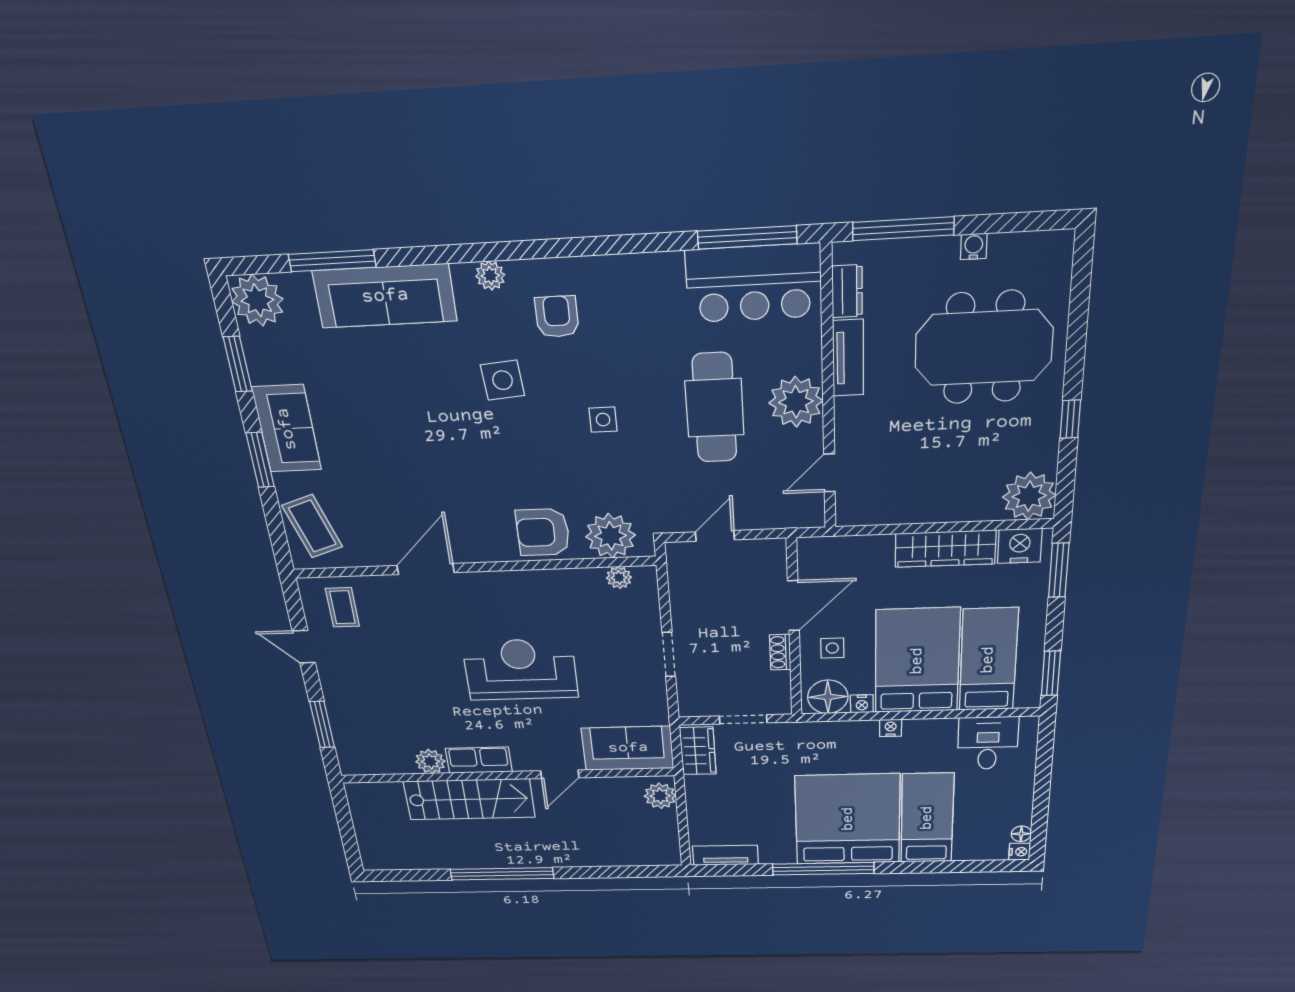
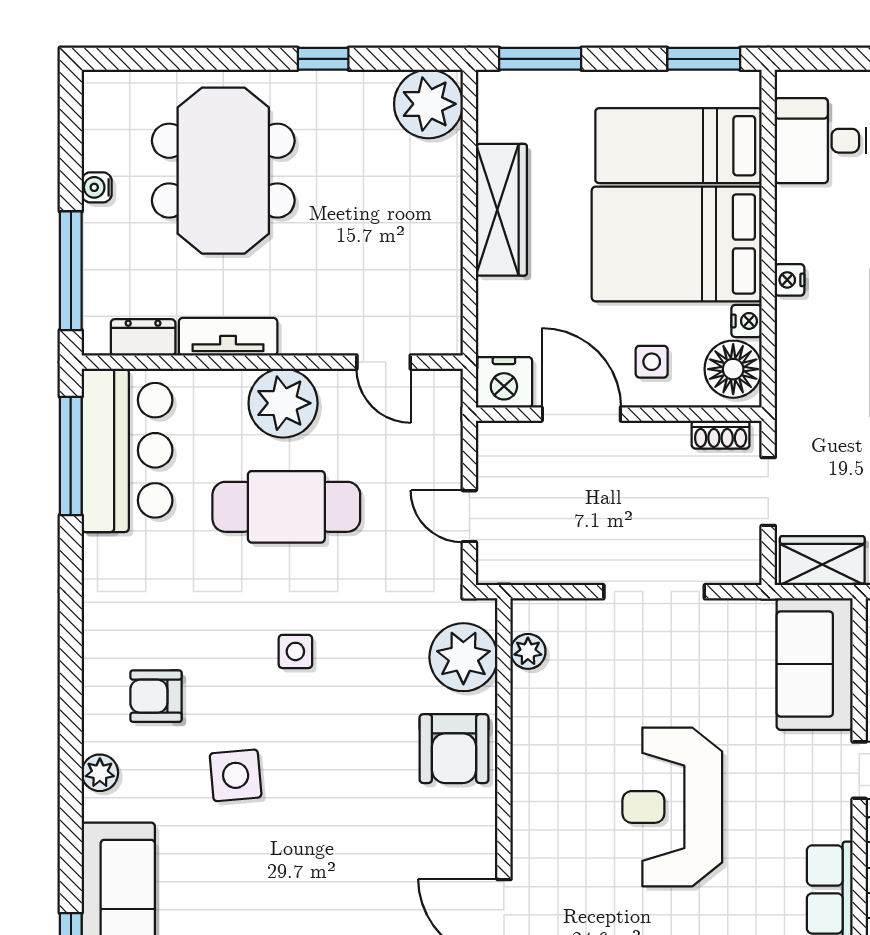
nightstand: (1020, 546) -> (504, 382), moved, turned -90
shoe rack: (780, 652) -> (721, 435), moved
doorway: (669, 654) -> (654, 592), width x1.38

